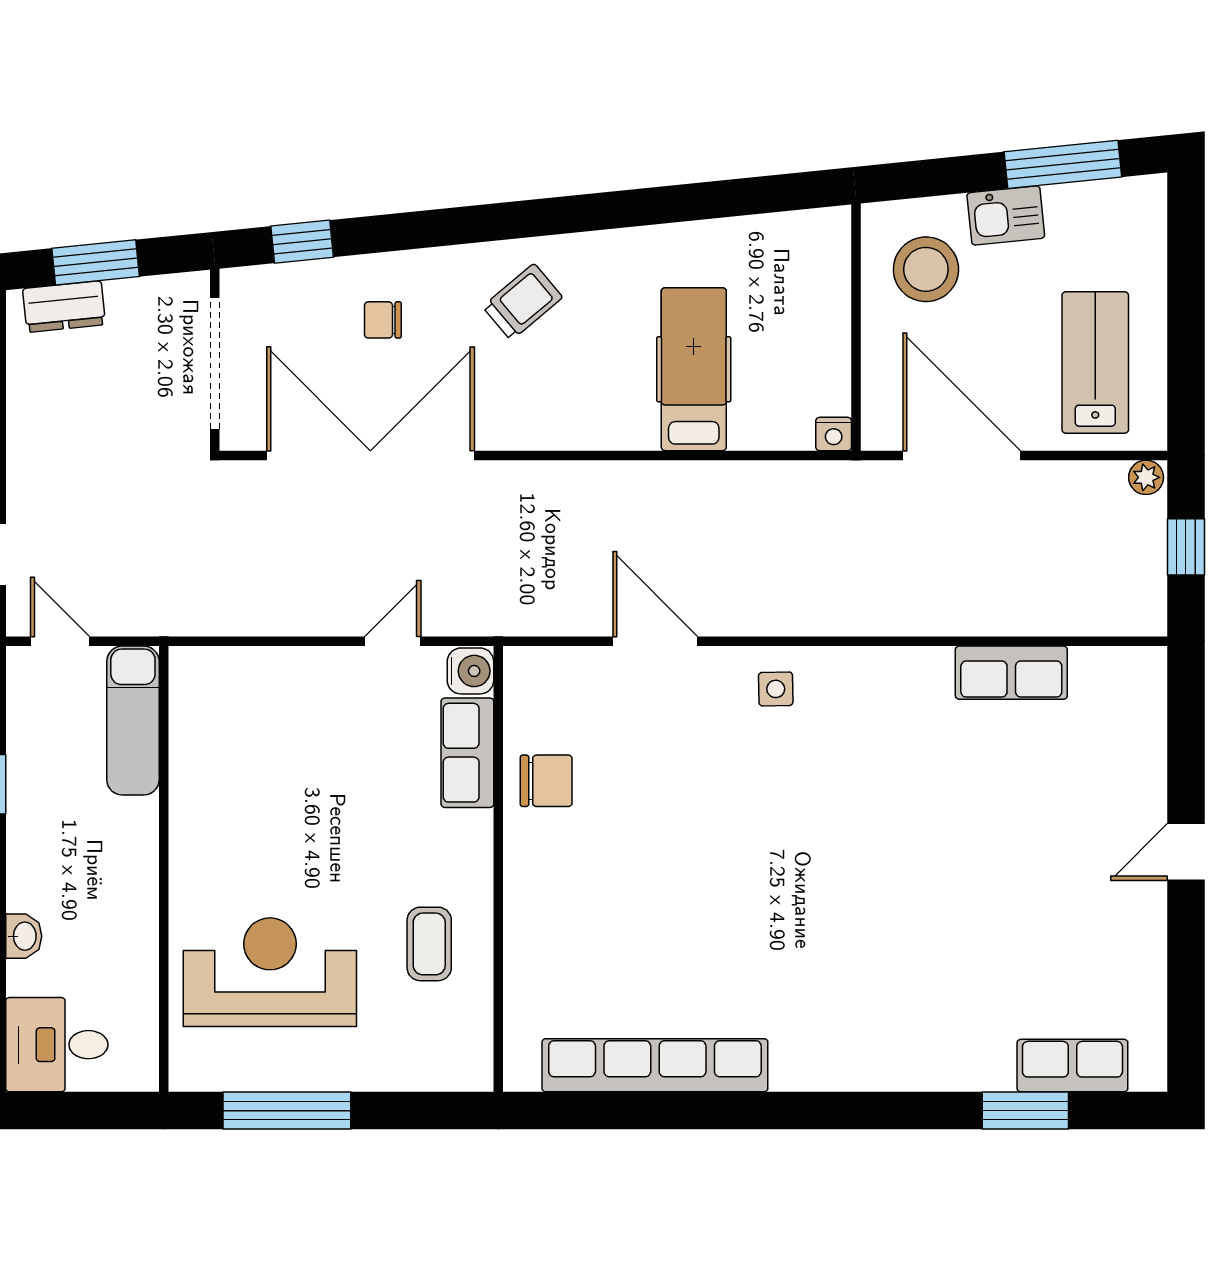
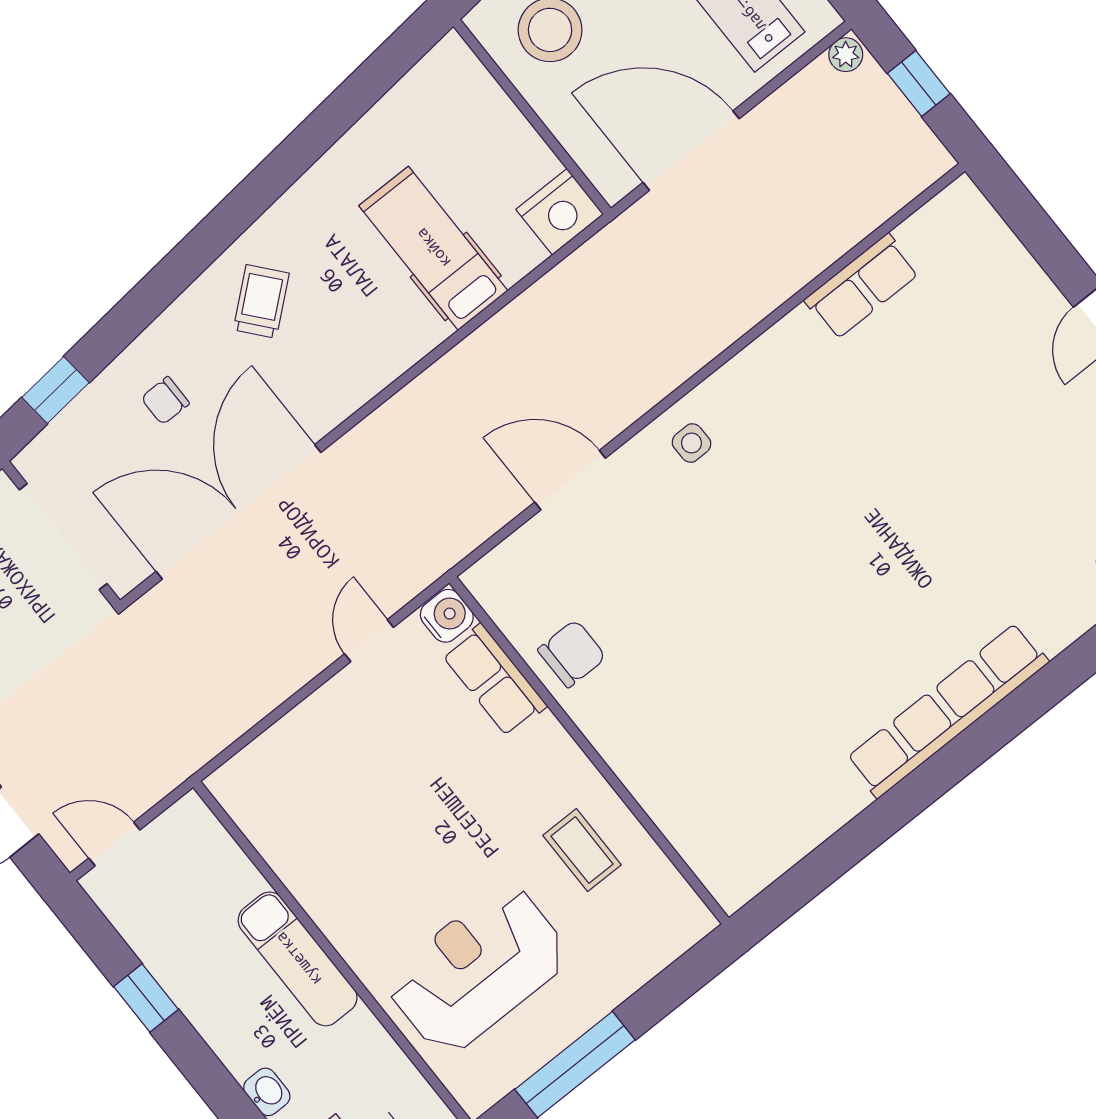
nightstand: (834, 434) -> (560, 212), width x1.89, depth x1.79
exam couch: (133, 721) -> (298, 959), moved
row of seats: (655, 1065) -> (947, 710), moved

